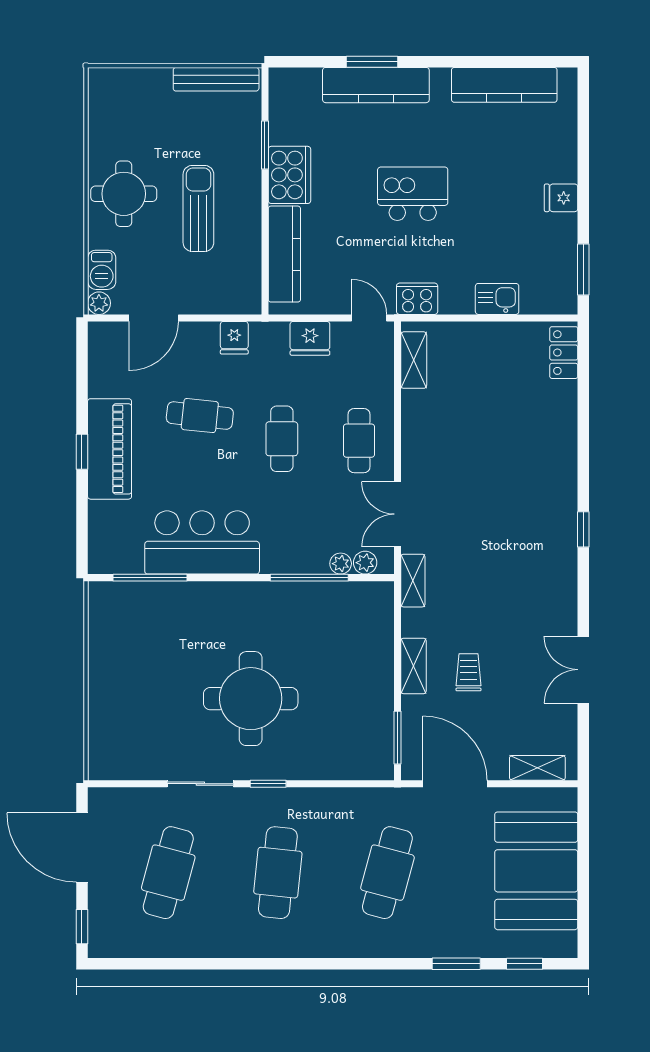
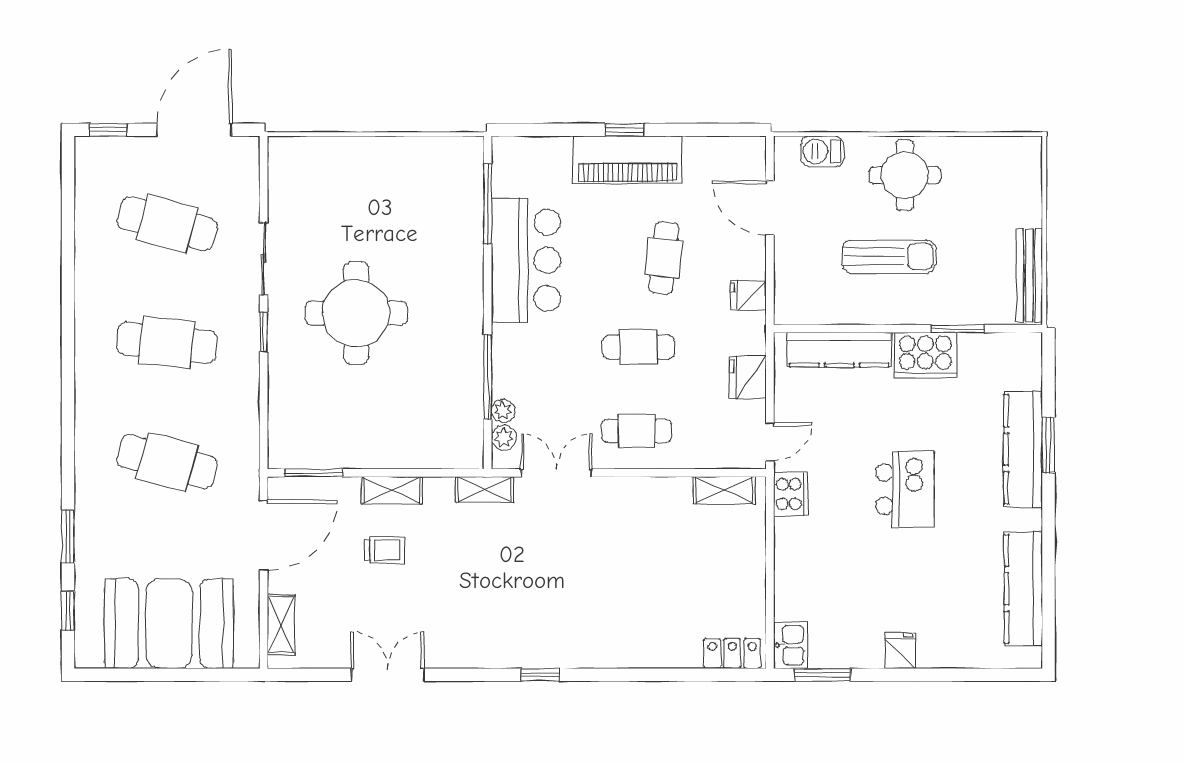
kitchen sink: (497, 299) -> (791, 645), moved
plant: (99, 303) -> (786, 148), removed

